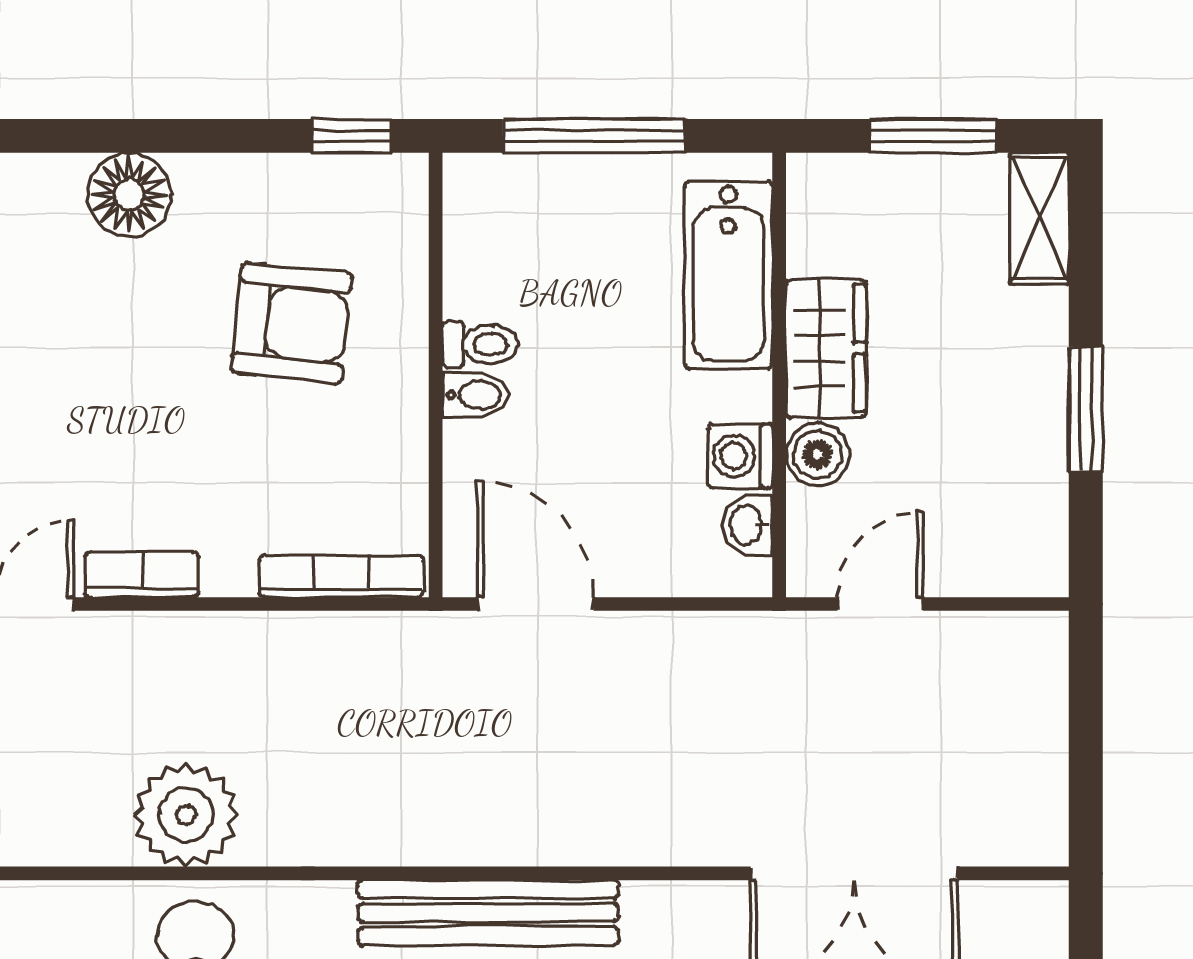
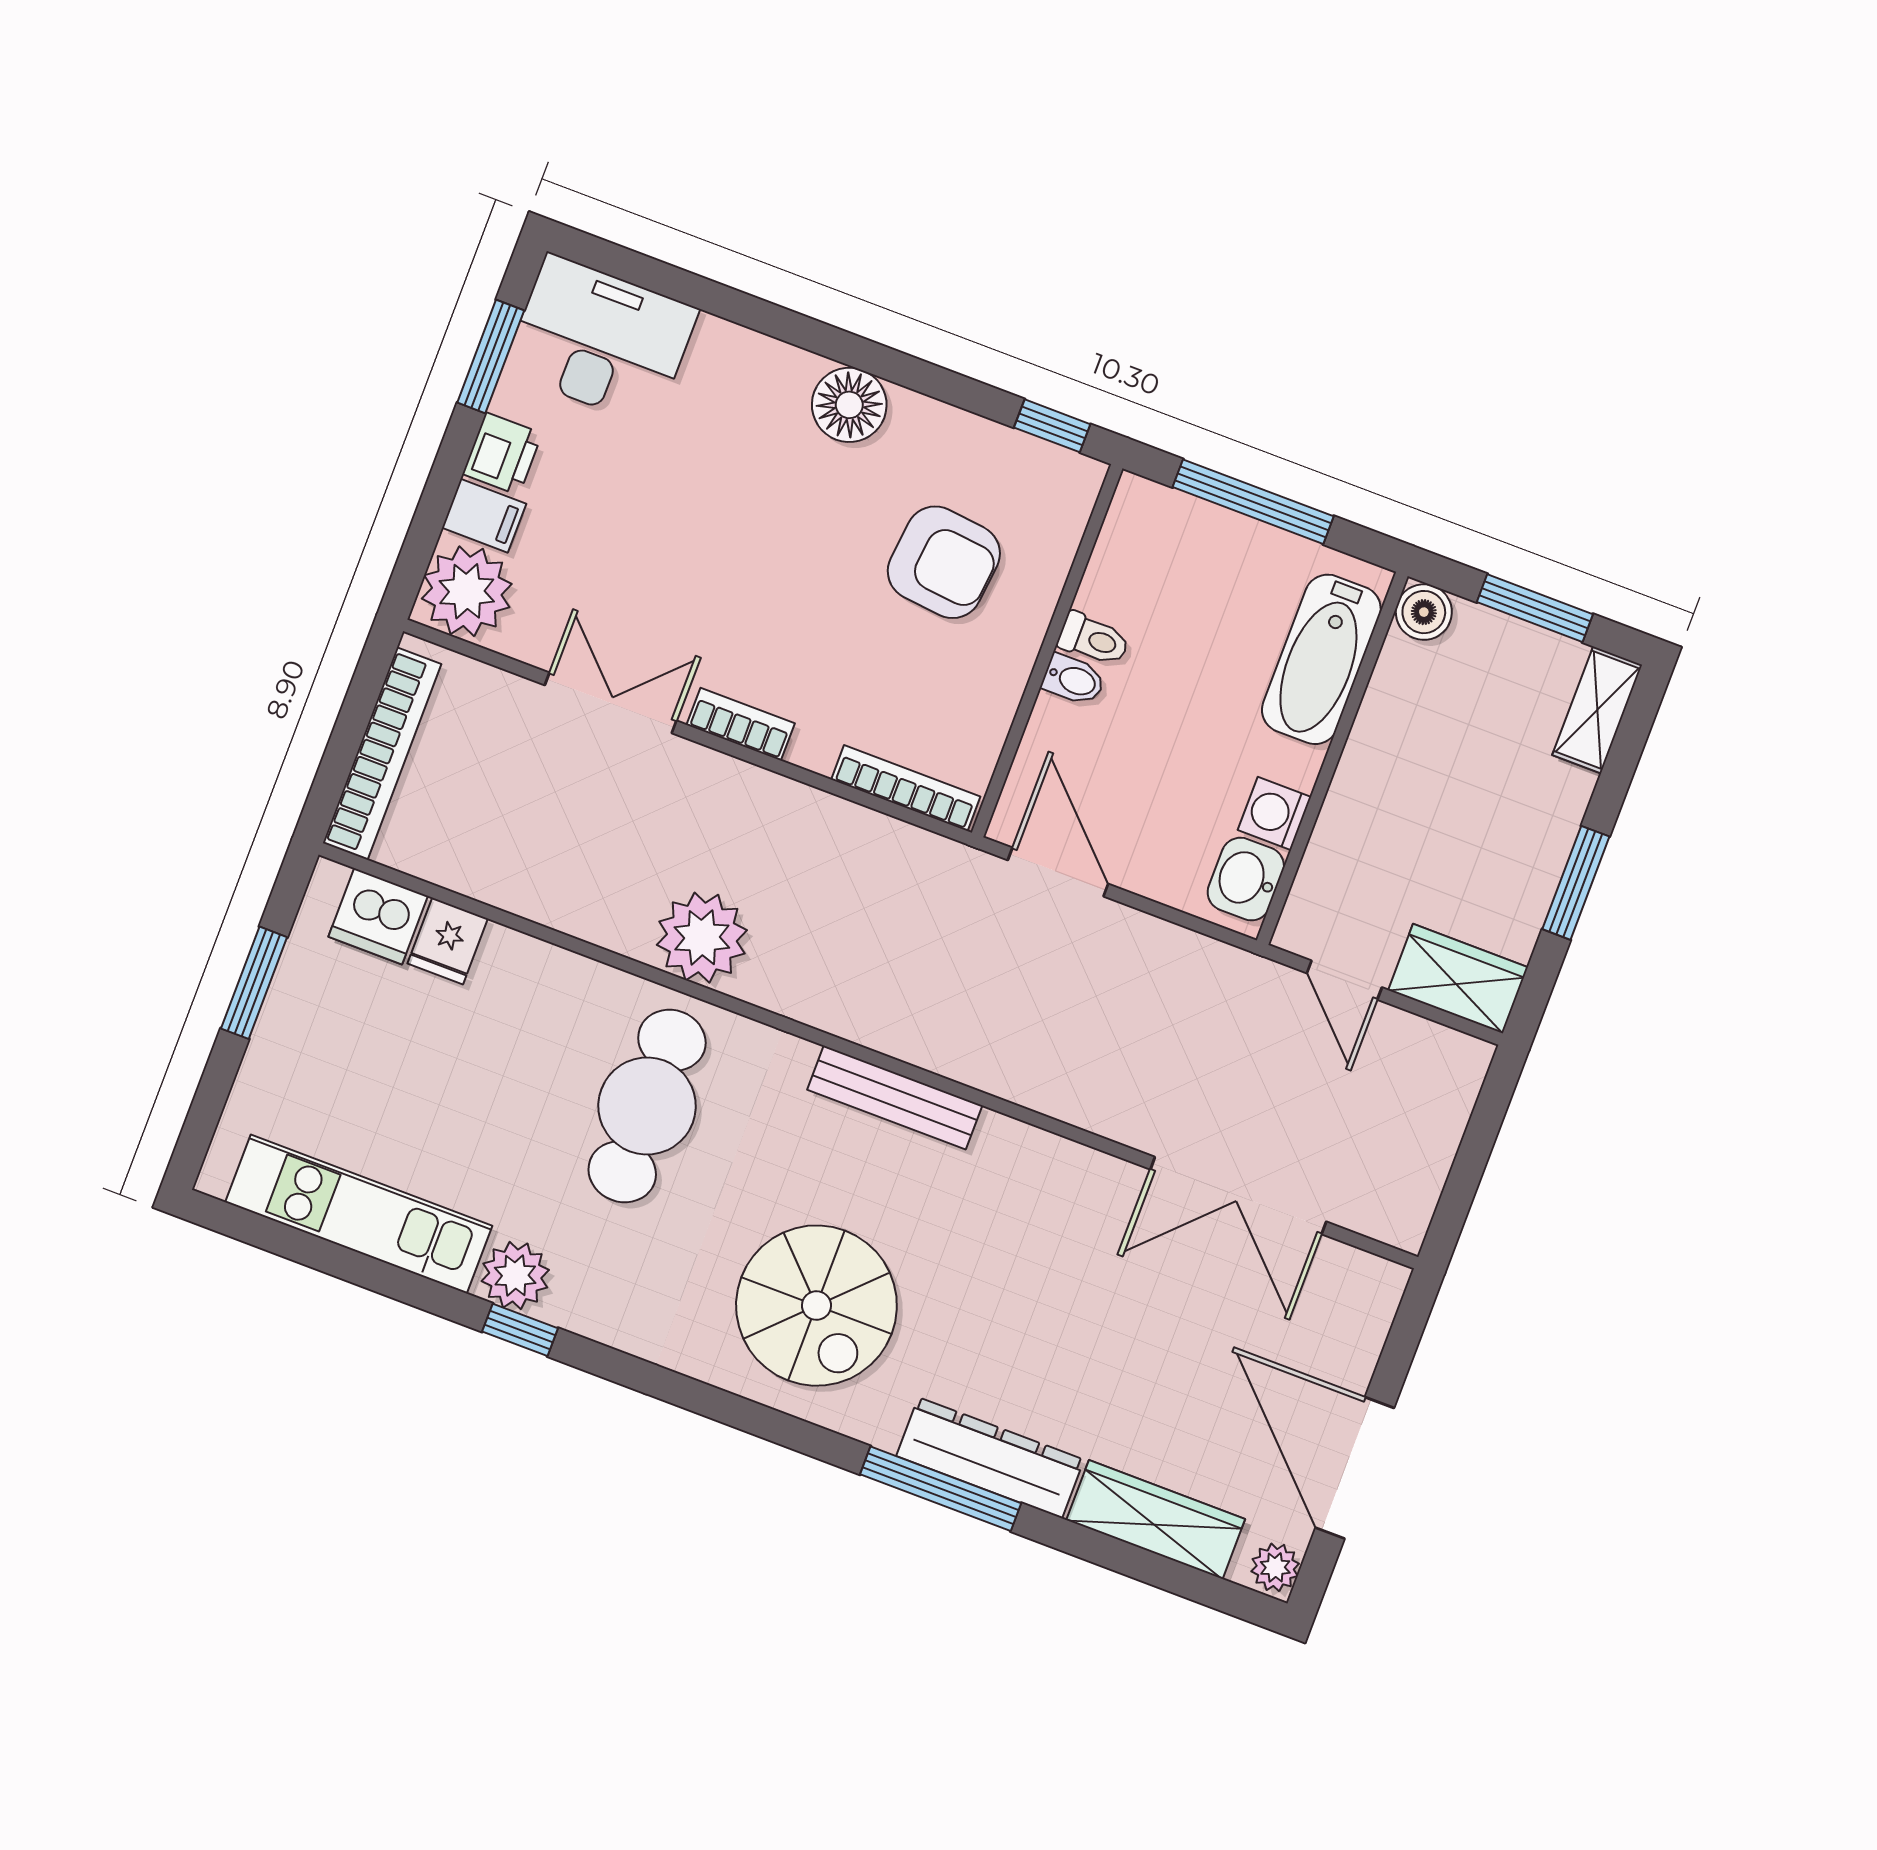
wardrobe: (826, 348) -> (1458, 979), moved, turned -90
boiler: (817, 454) -> (1424, 612), moved
washbasin: (747, 525) -> (1246, 879), width x1.38, depth x1.45
door: (880, 604) -> (1344, 980), swing flipped
bench: (488, 913) -> (895, 1098), width x0.73, depth x0.82

